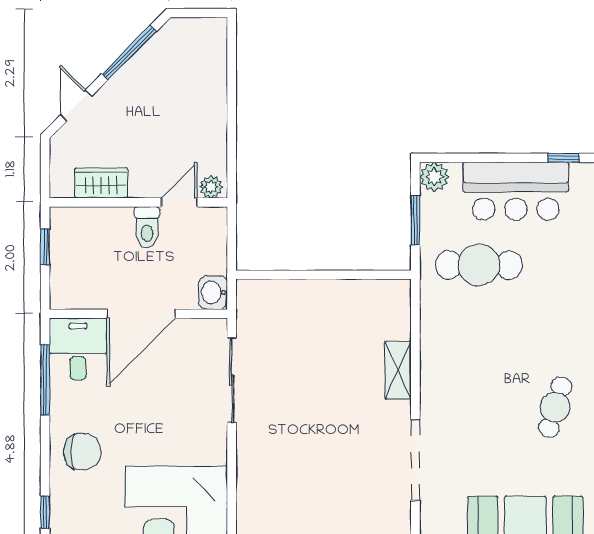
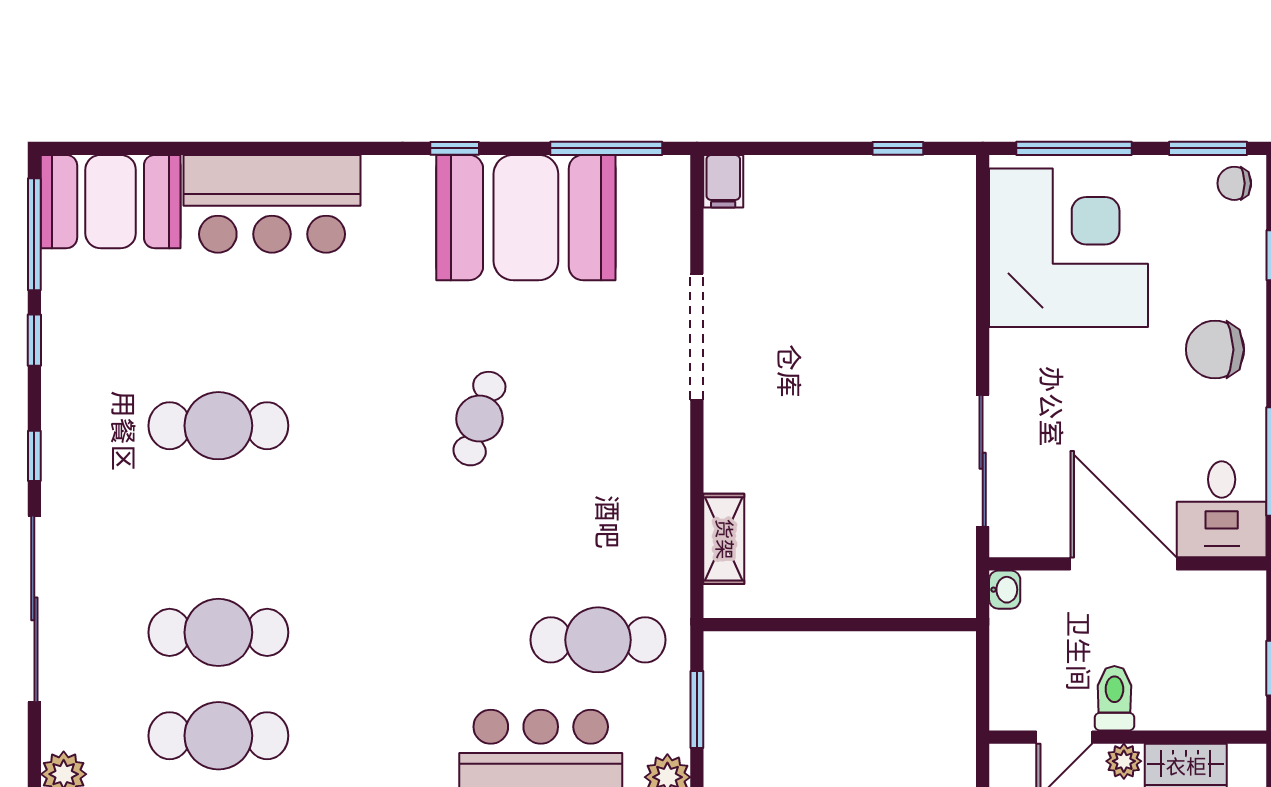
plant: (211, 187) -> (1124, 761), moved
washbasin: (213, 293) -> (1005, 590), width x0.72, depth x0.69
door: (141, 314) -> (1124, 564), hinge flipped
shelving: (398, 370) -> (724, 539), moved

